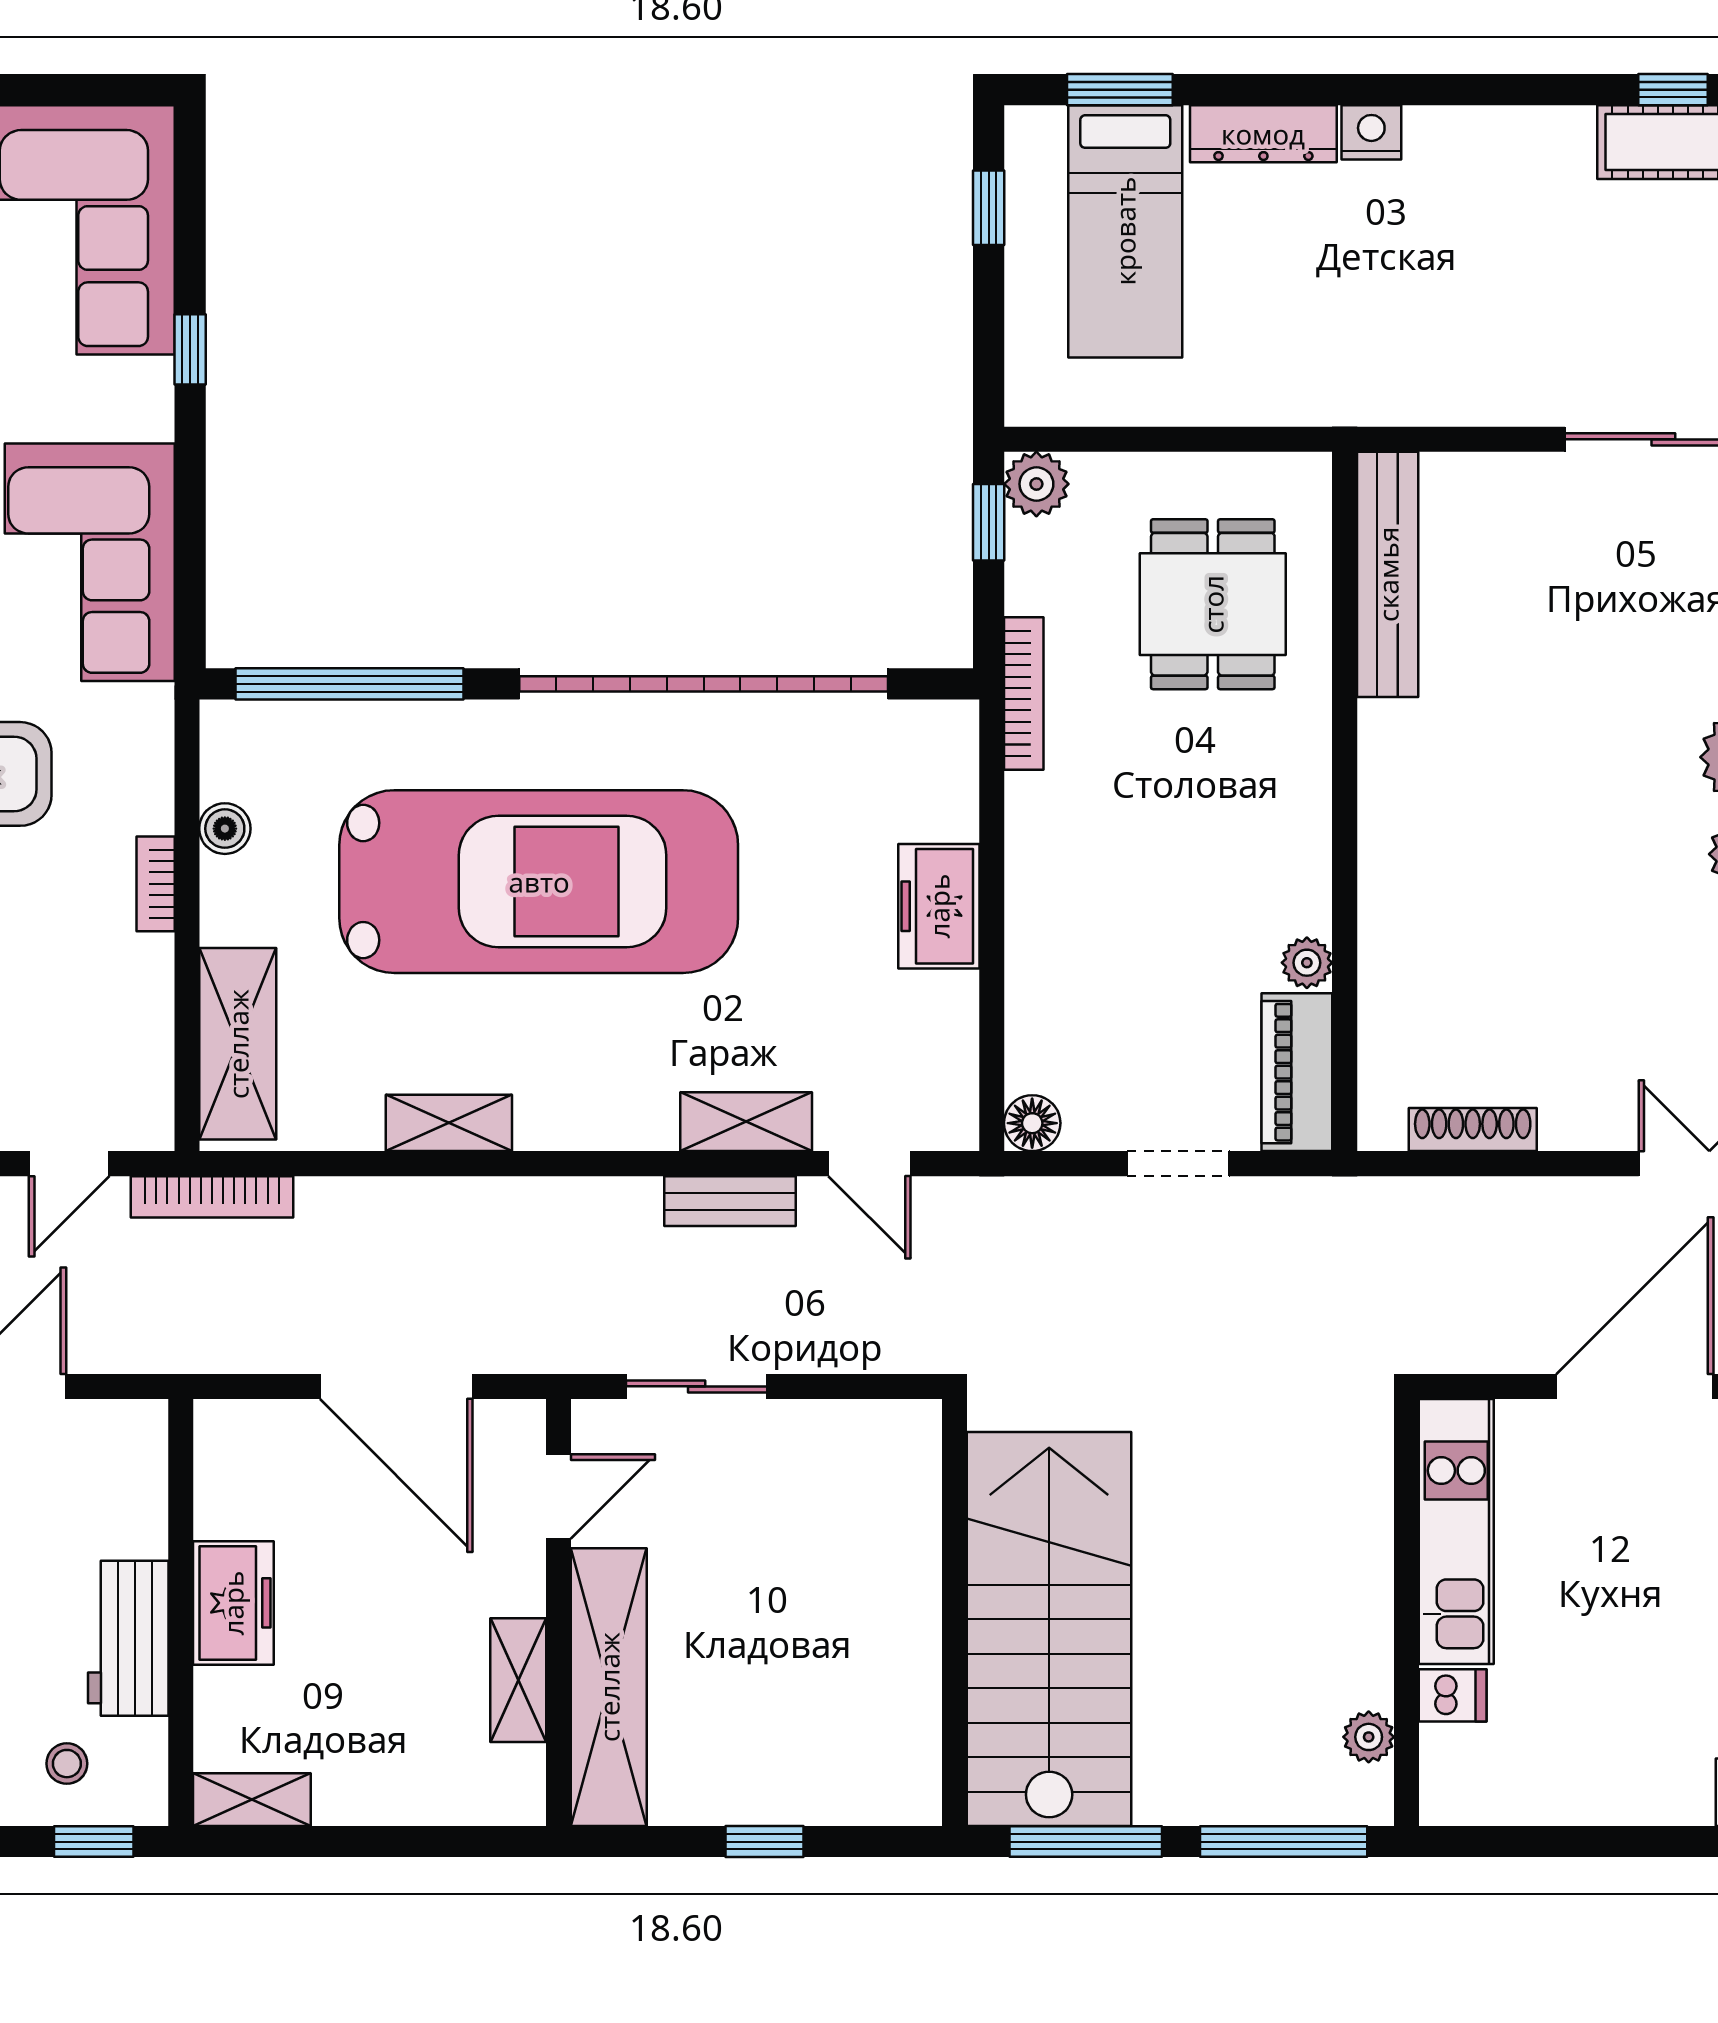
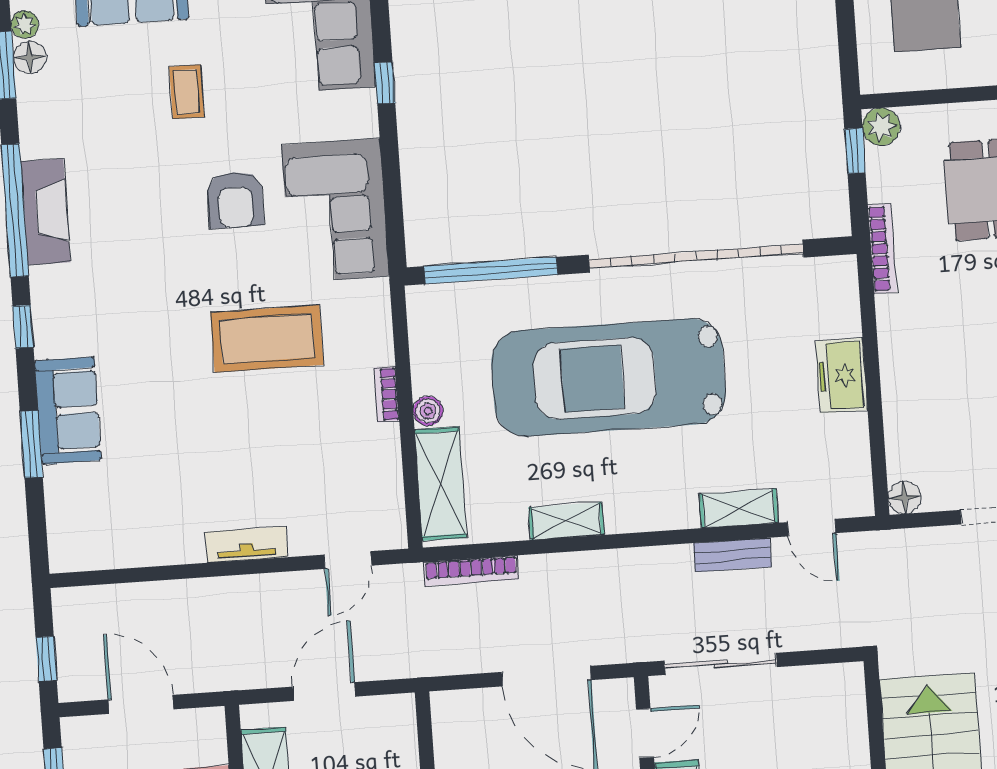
boiler: (225, 829) -> (428, 411), moved
car: (539, 882) -> (609, 377), turned 180
bookcase: (212, 1197) -> (471, 571), moved
sliding door: (697, 1386) -> (721, 664), width x1.37

